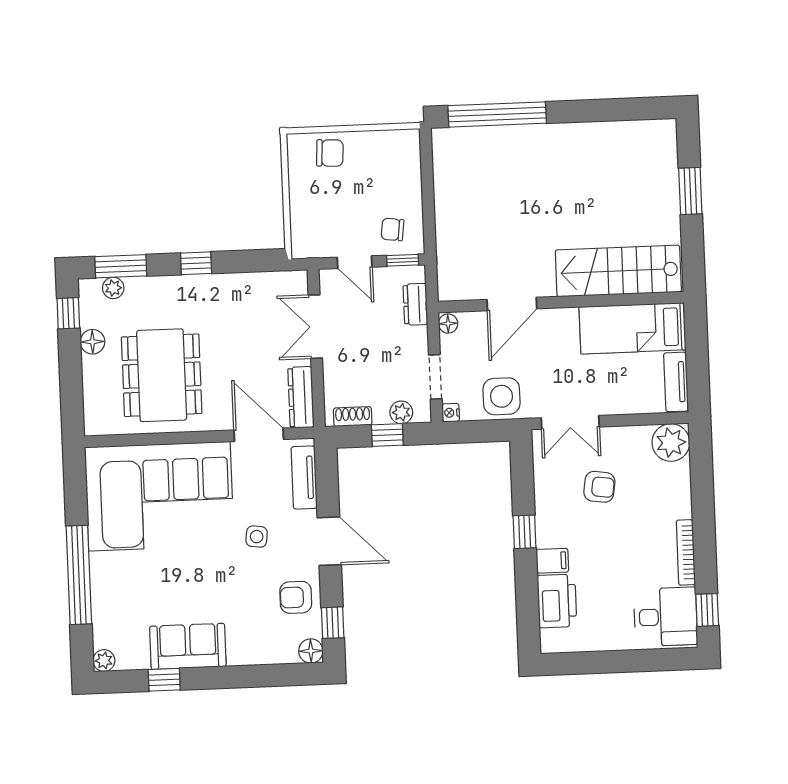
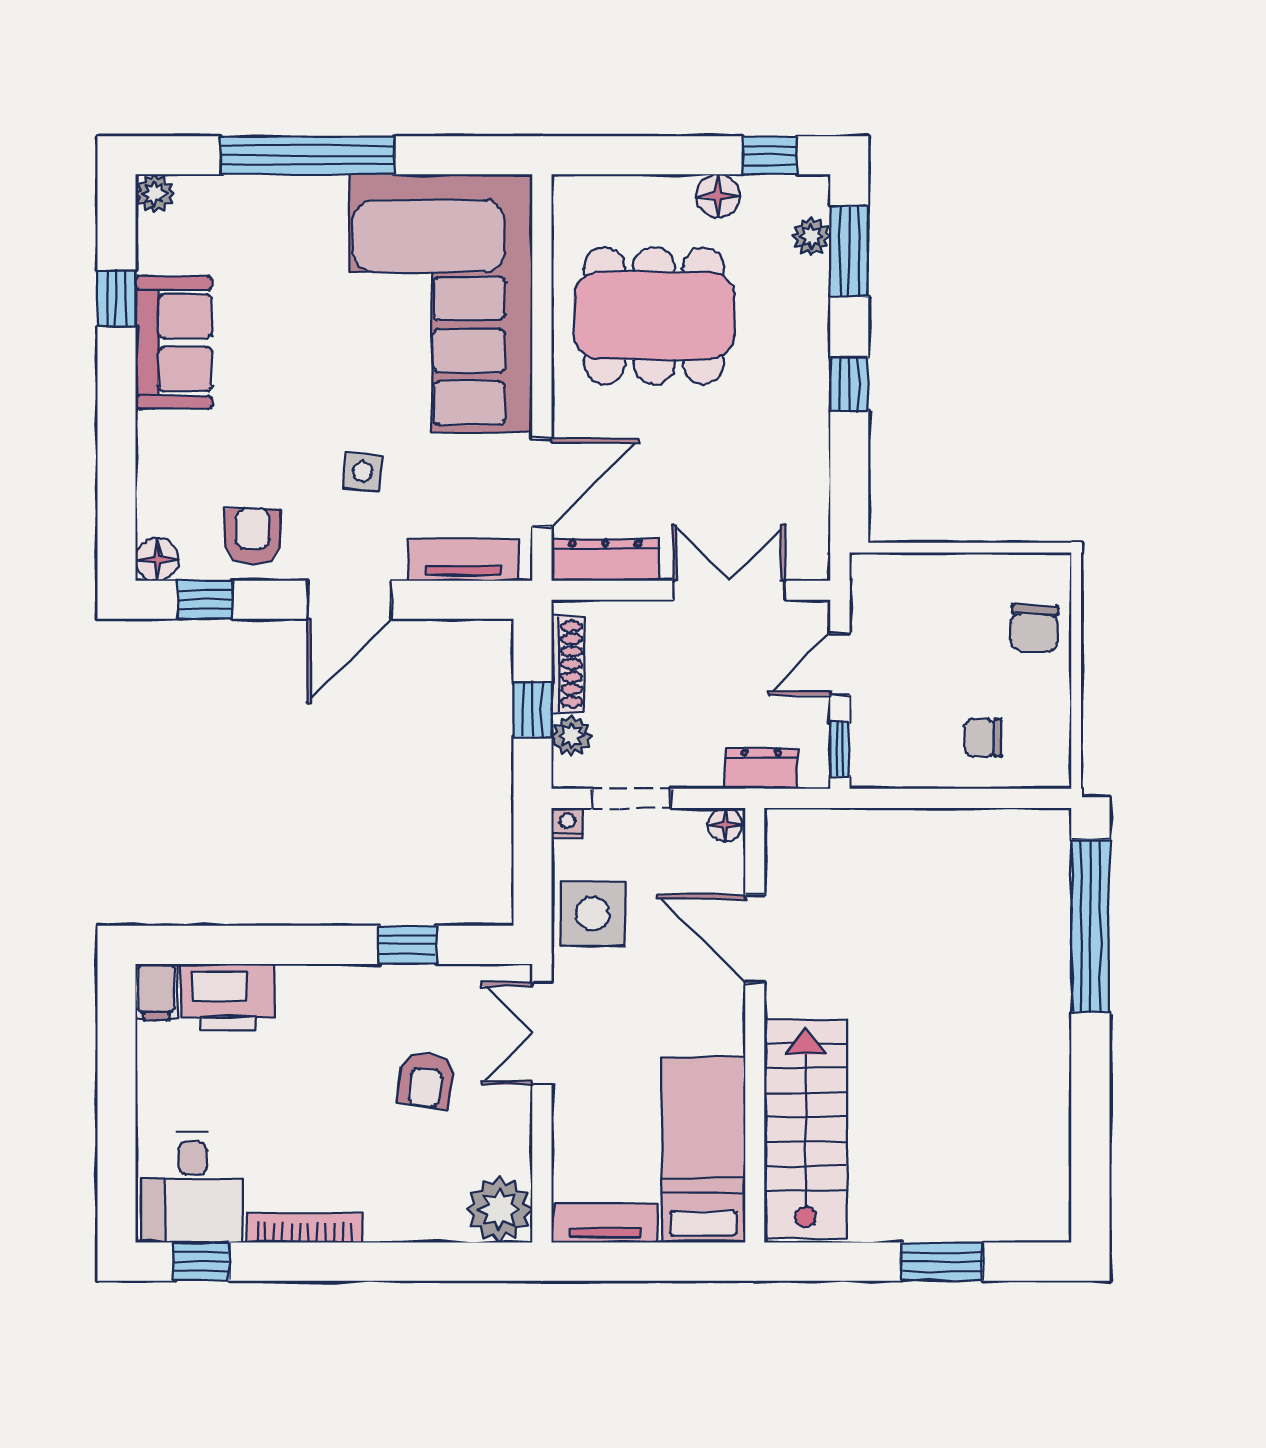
chair: (393, 229) -> (983, 738), moved, turned -97
shoe rack: (353, 416) -> (568, 664), width x1.43
window: (525, 532) -> (408, 945), moved
filing cabinet: (552, 561) -> (156, 992), moved

